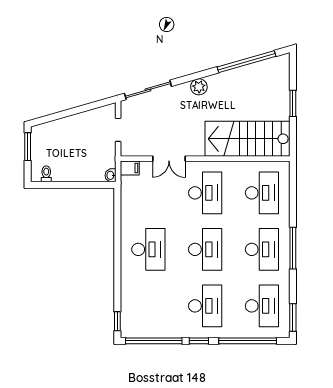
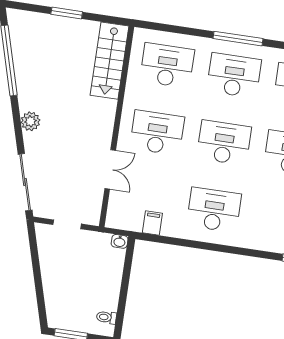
stairs: (247, 139) -> (110, 61), width x0.73, depth x0.66
filing cabinet: (130, 168) -> (152, 223), moved

